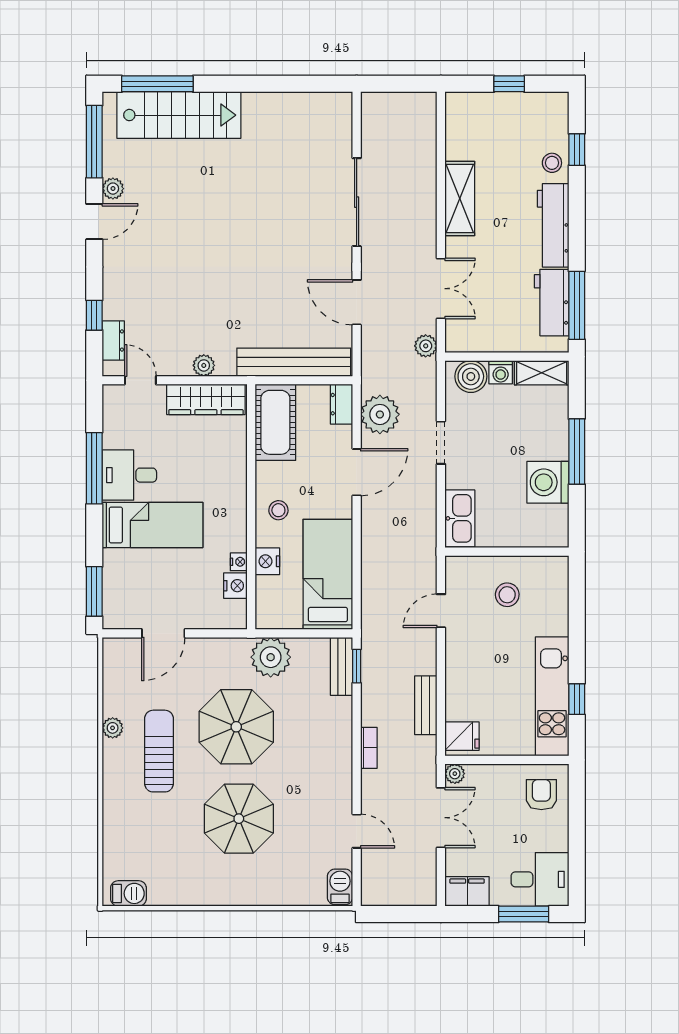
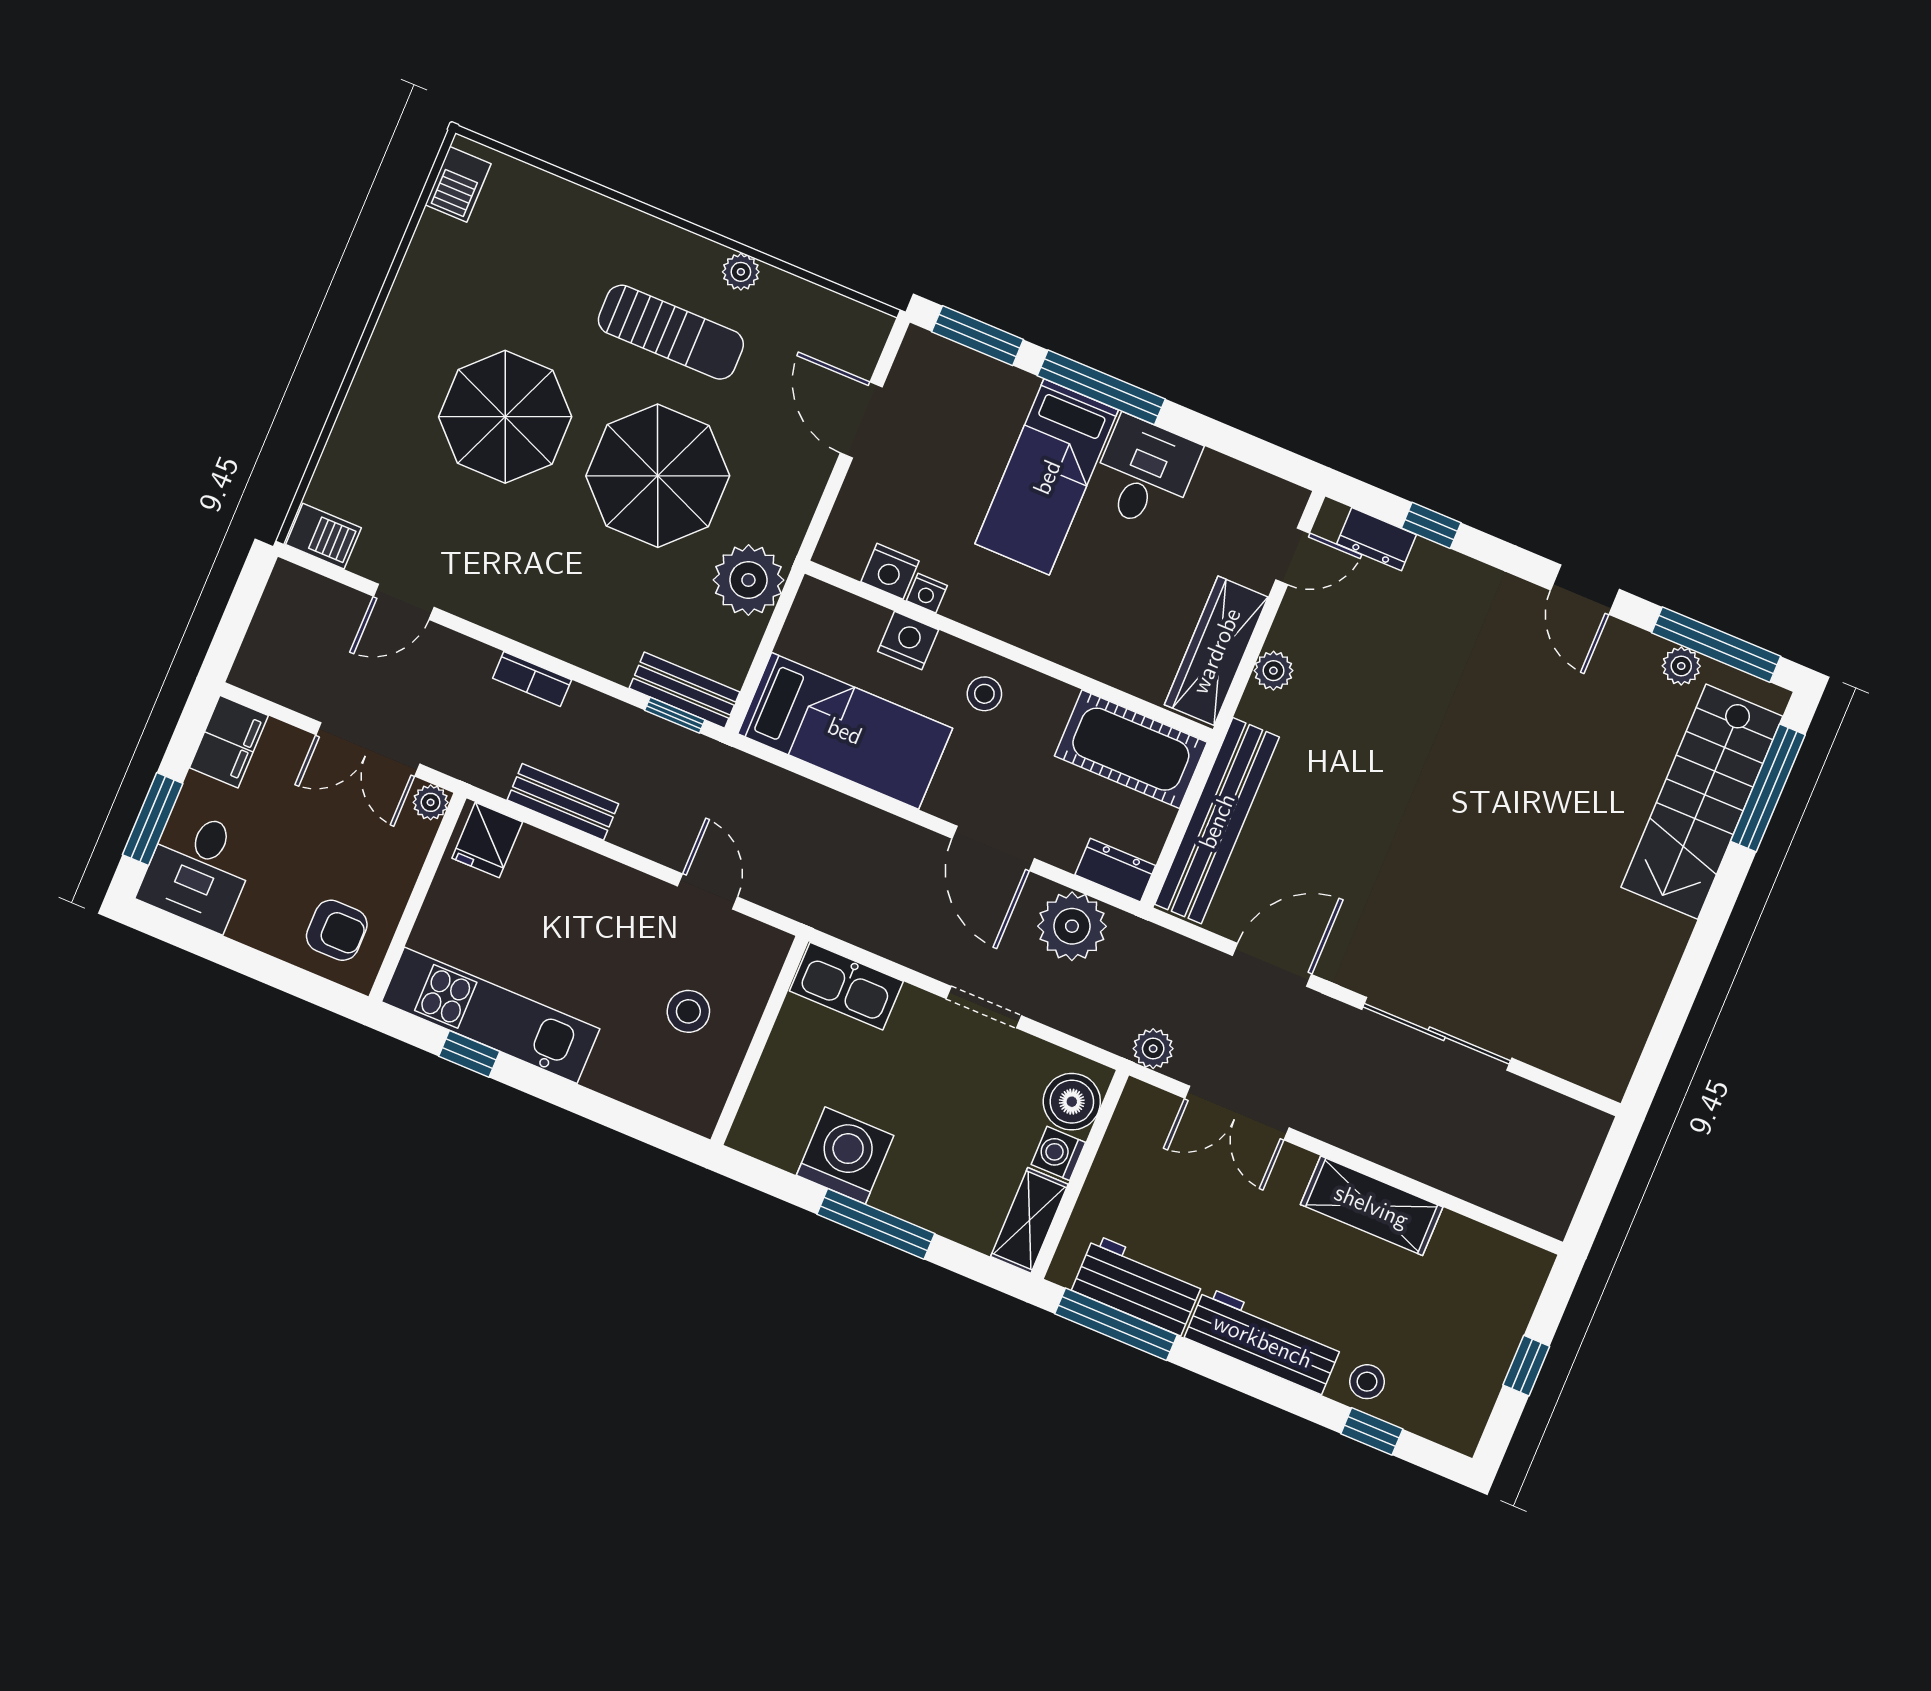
plant: (113, 189) -> (1681, 666), moved
window: (94, 468) -> (1101, 387), moved

